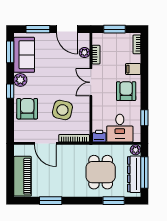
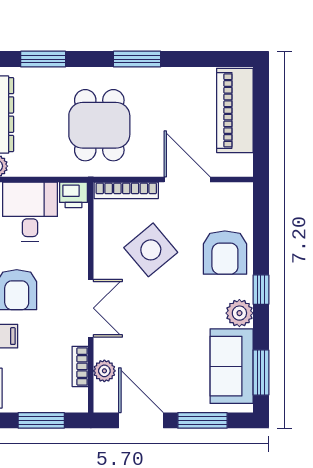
side table: (62, 110) -> (151, 250), turned 37
dining table: (101, 172) -> (99, 125), moved
window: (51, 201) -> (137, 59), moved

